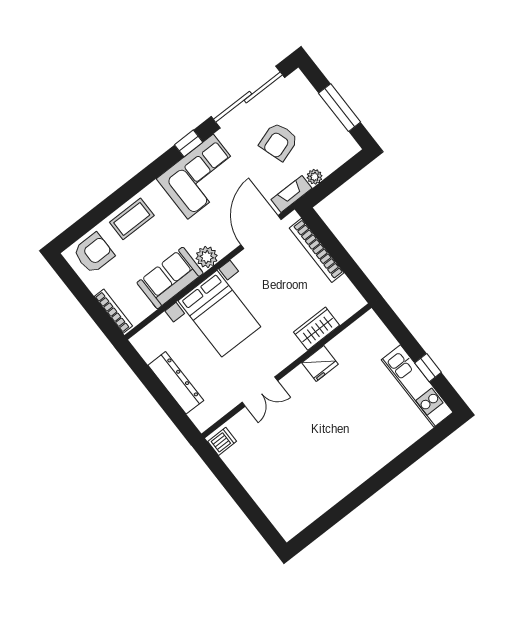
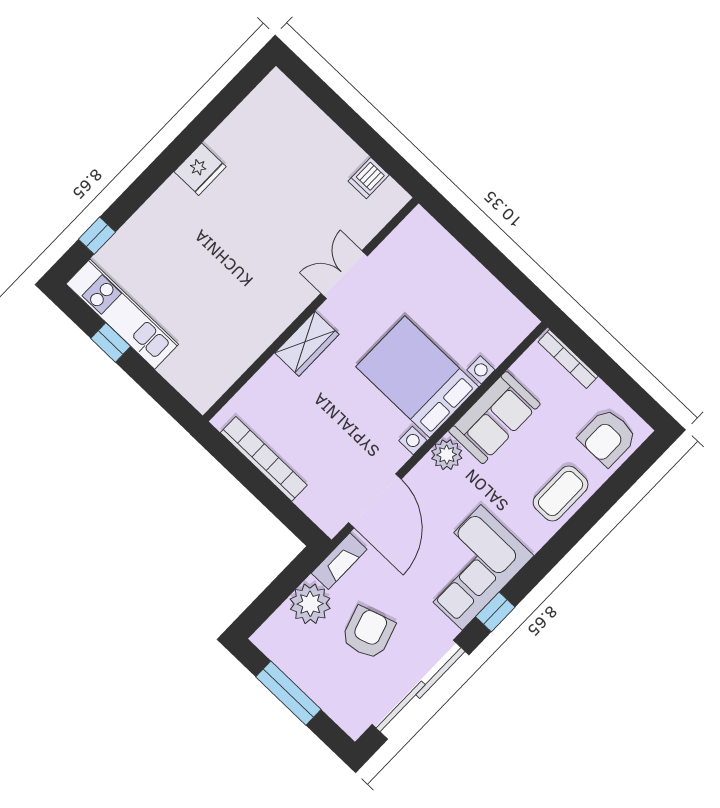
plant: (315, 177) -> (310, 604), width x1.88, depth x1.88
bookcase: (317, 250) -> (264, 459), moved
wardrobe: (317, 329) -> (307, 344), moved
fridge: (320, 363) -> (200, 169), moved, turned 180
dresser: (176, 383) -> (465, 270), removed
dishwasher: (222, 441) -> (369, 178), moved
window: (427, 443) -> (97, 236), added

